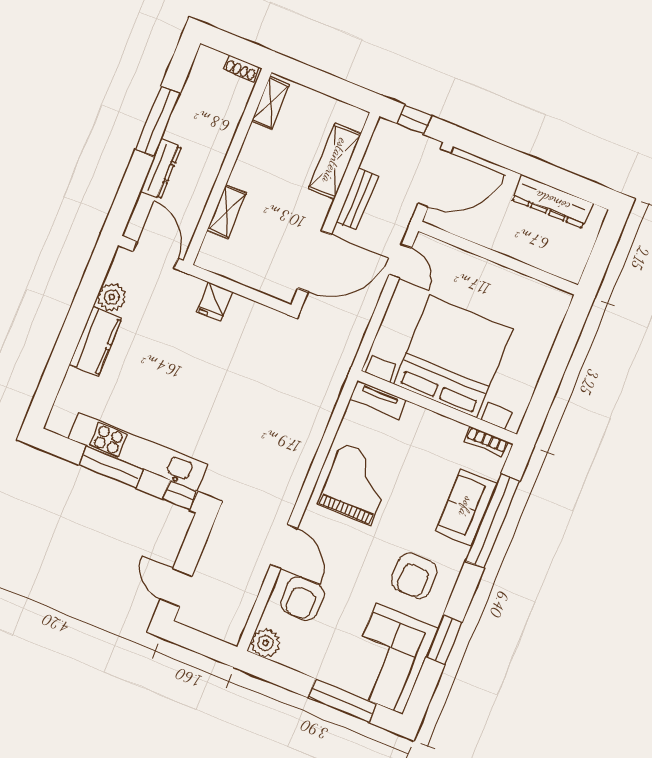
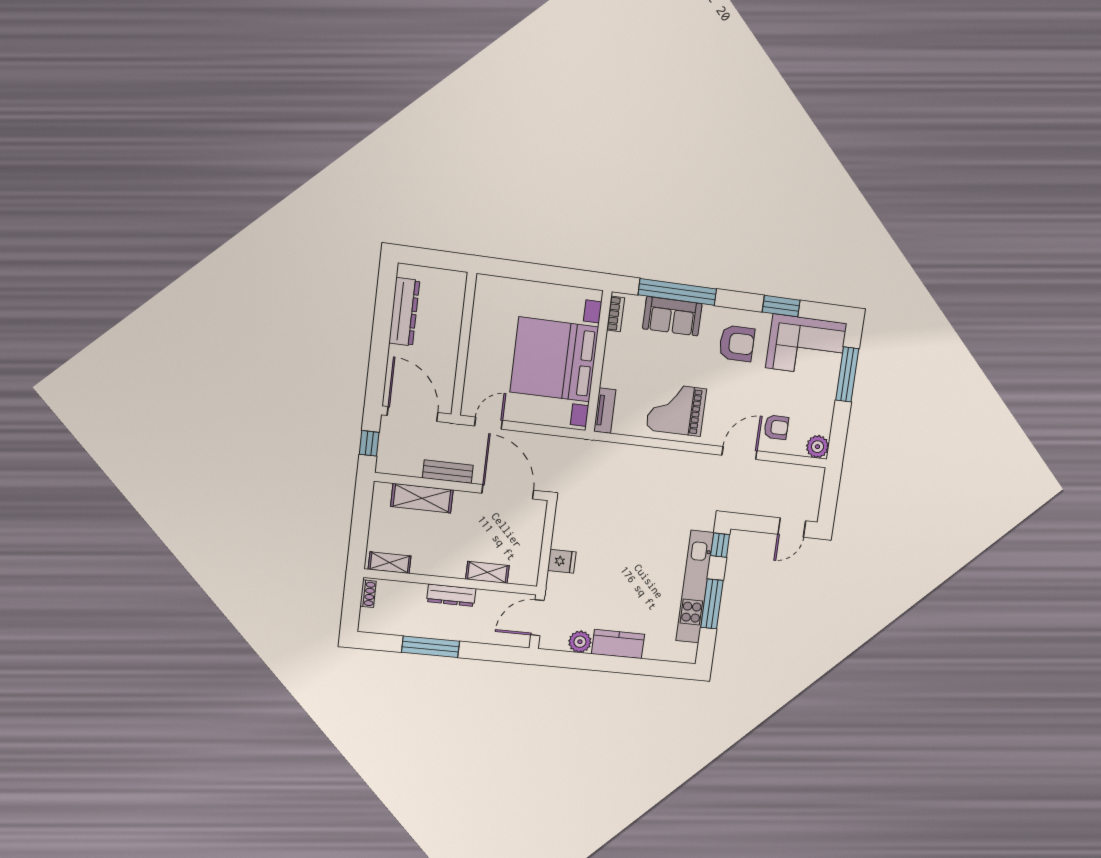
dresser: (161, 169) -> (451, 595), moved, turned 180
armchair: (302, 599) -> (776, 427), width x0.72, depth x0.72

